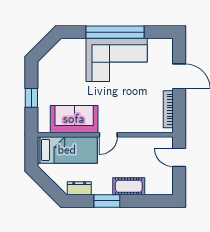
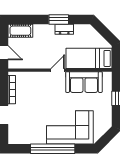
corner sofa: (117, 60) -> (70, 127), moved
cot: (129, 186) -> (20, 31), moved
dresser: (79, 188) -> (64, 29), moved

